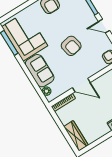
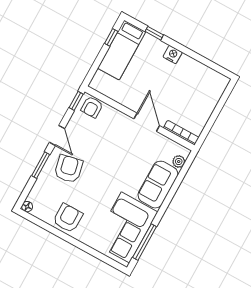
armchair: (71, 46) -> (68, 169), moved
wardrobe: (76, 136) -> (214, 94), removed

